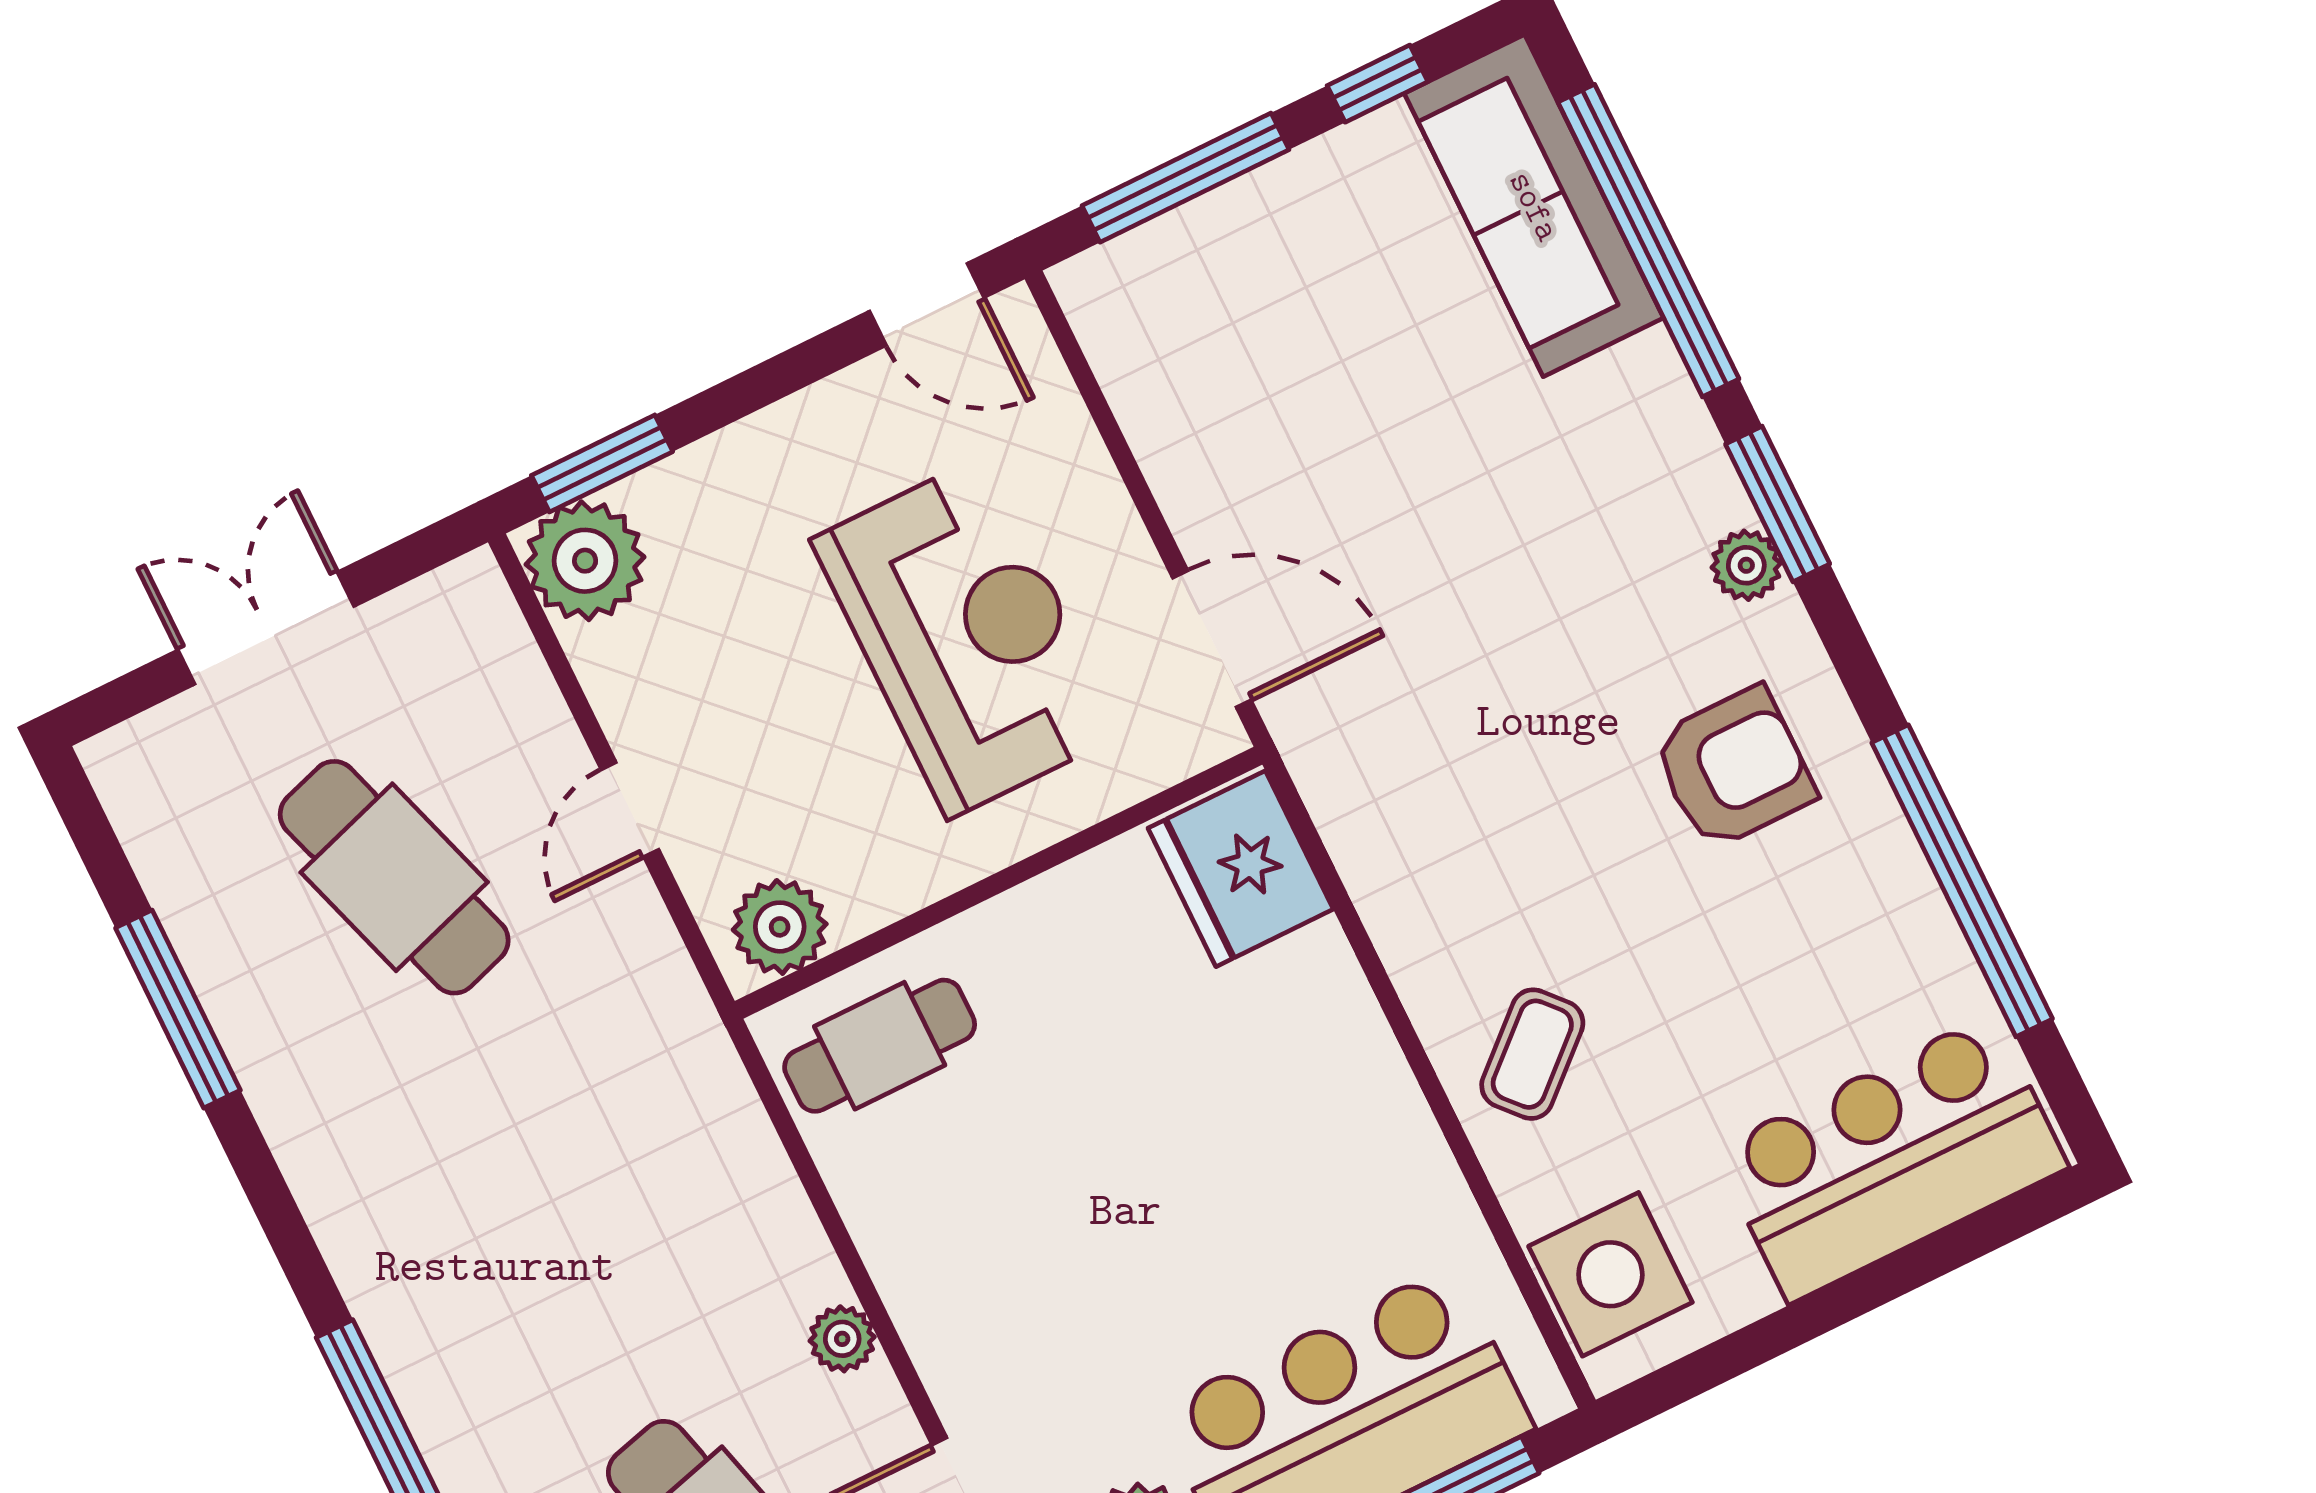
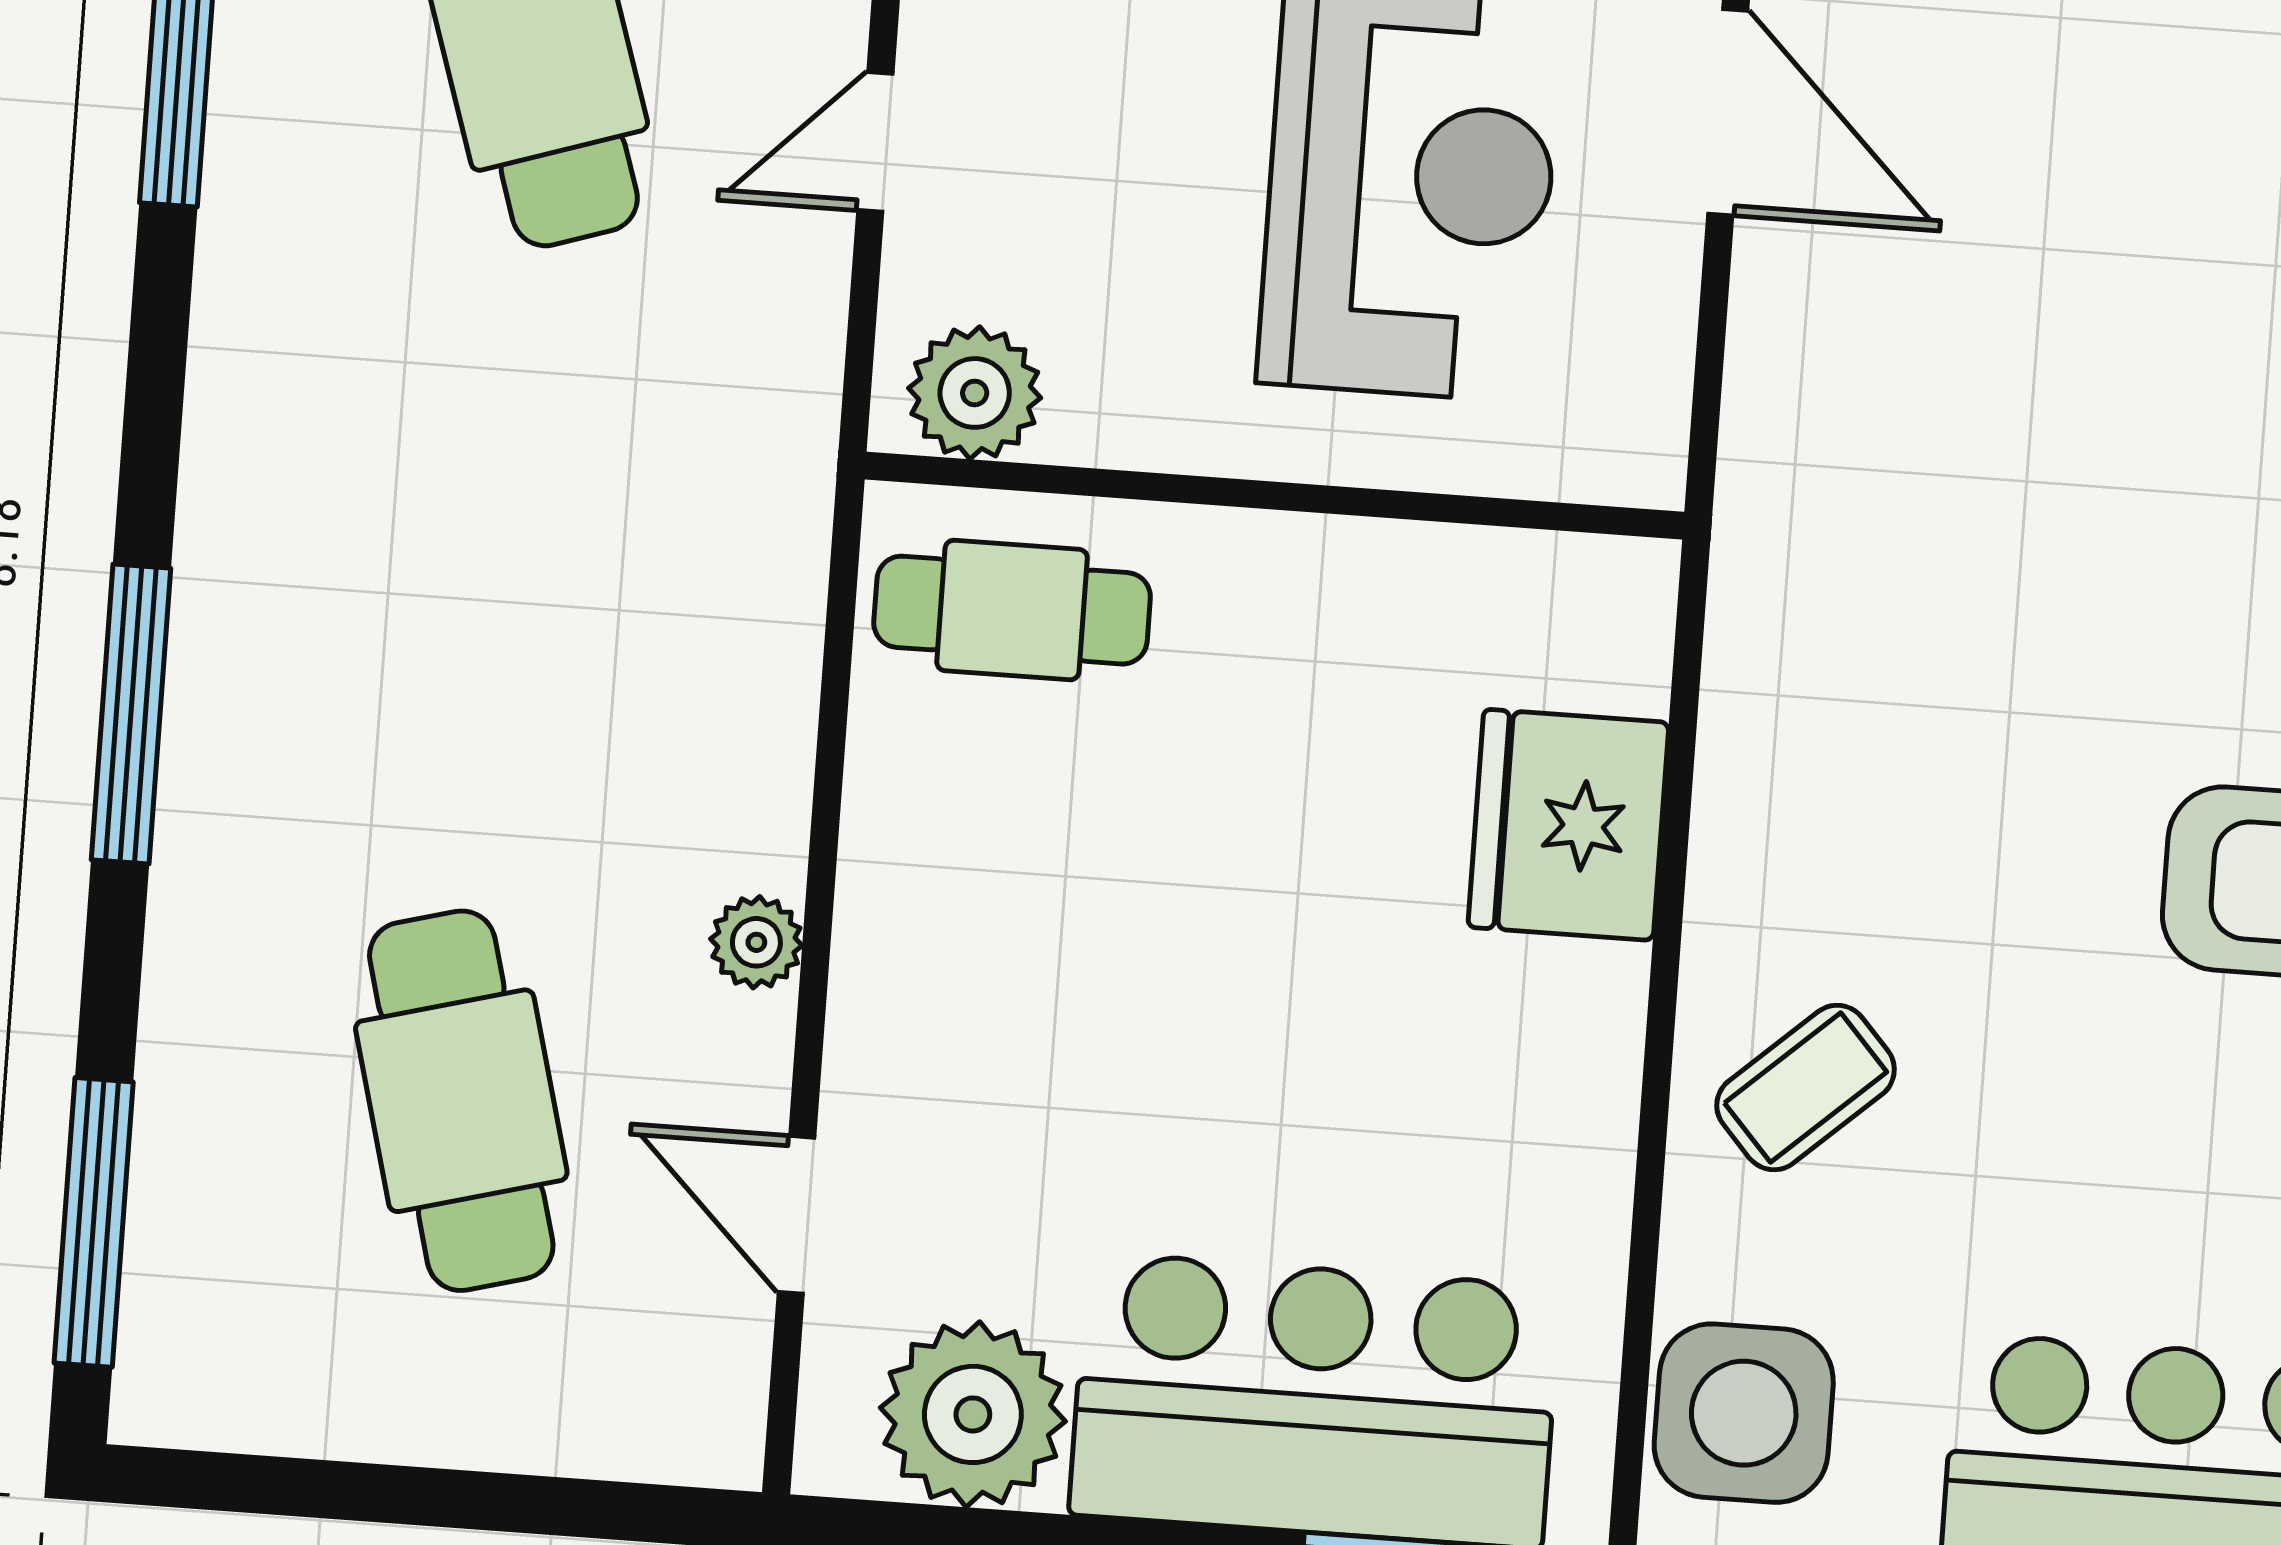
door: (1212, 639) -> (1728, 112), moved
fridge: (1241, 869) -> (1568, 825), moved

